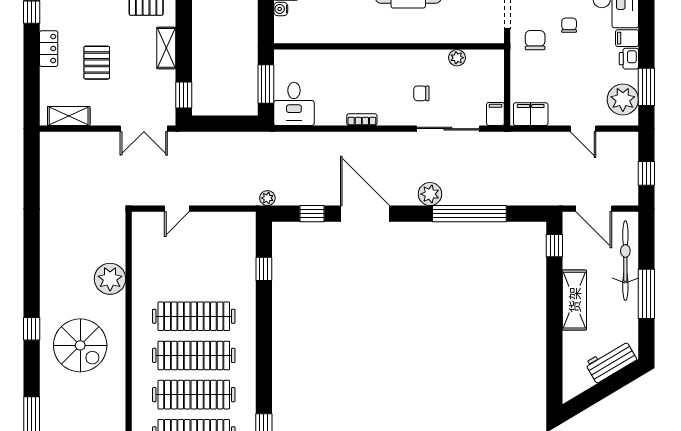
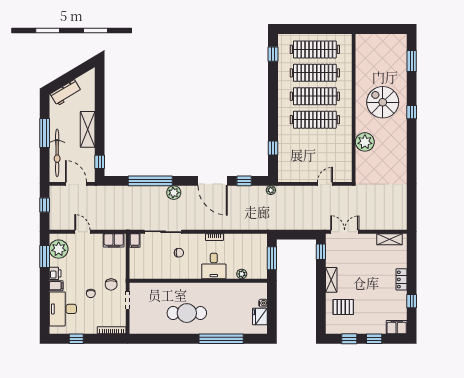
plant: (457, 58) -> (242, 274), moved
pallet: (97, 63) -> (373, 271), removed
desk: (294, 104) -> (214, 266), moved, turned 180

